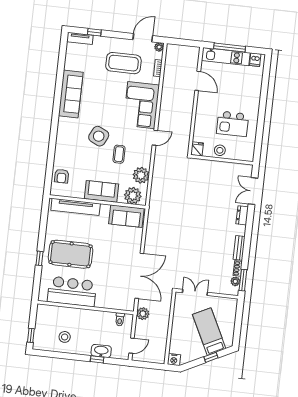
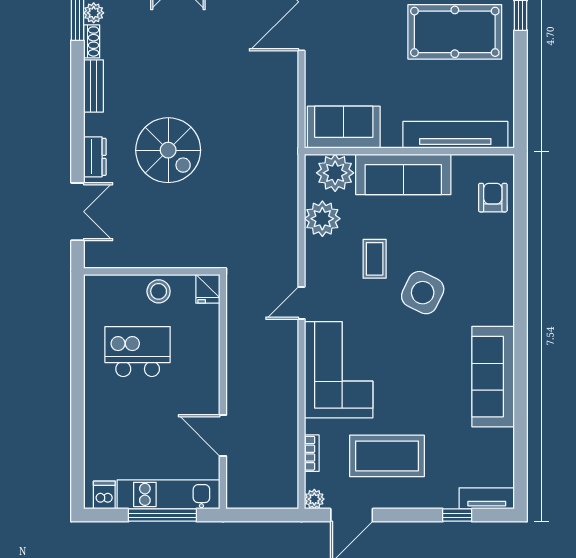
sofa: (102, 191) -> (403, 174), width x1.36
spiral stairs: (208, 215) -> (168, 150), added

